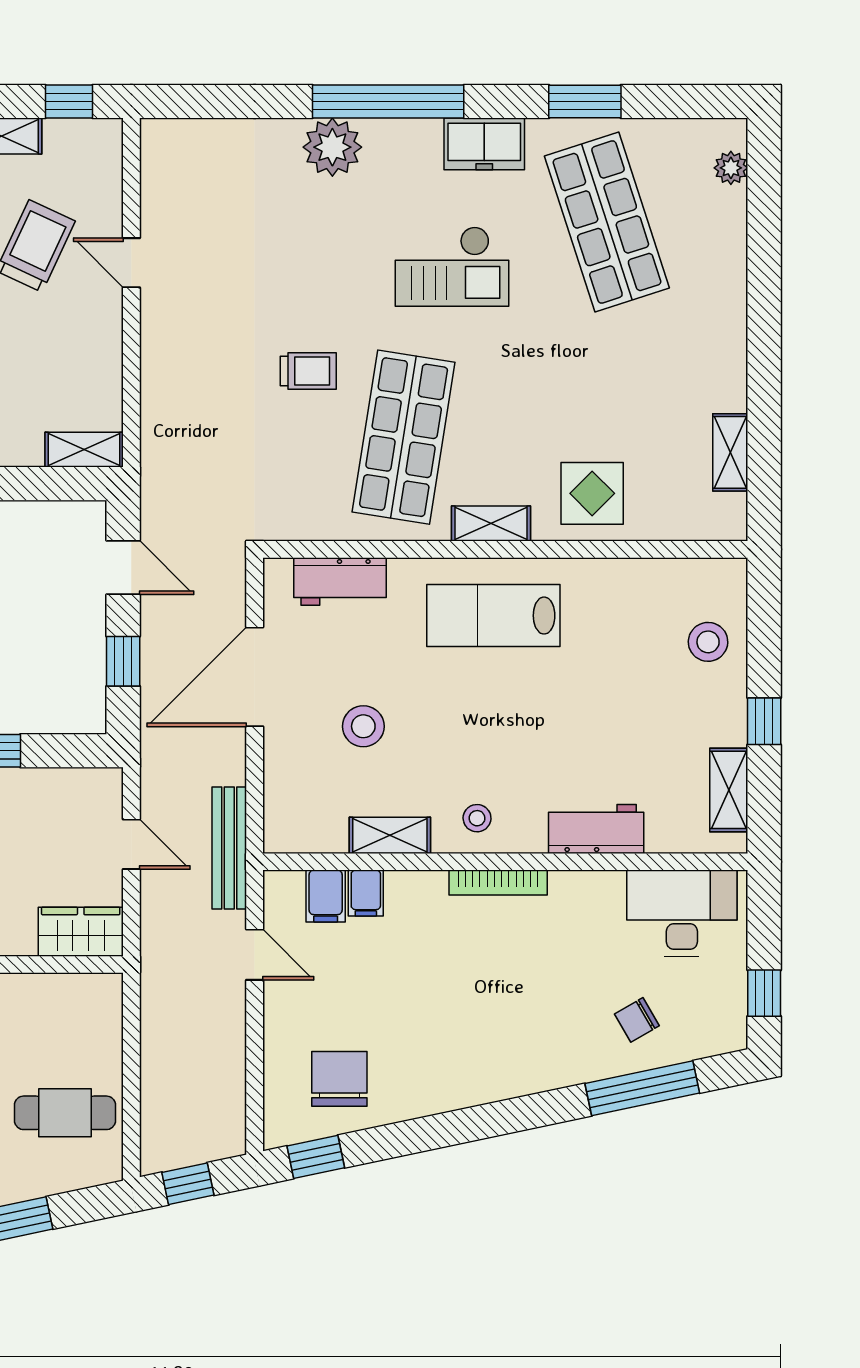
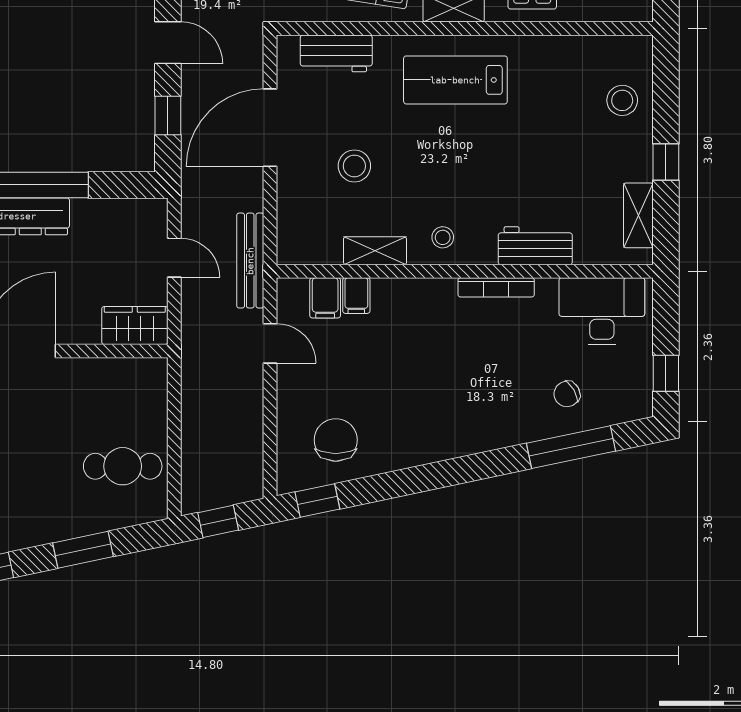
bookcase: (498, 883) -> (496, 287), moved

